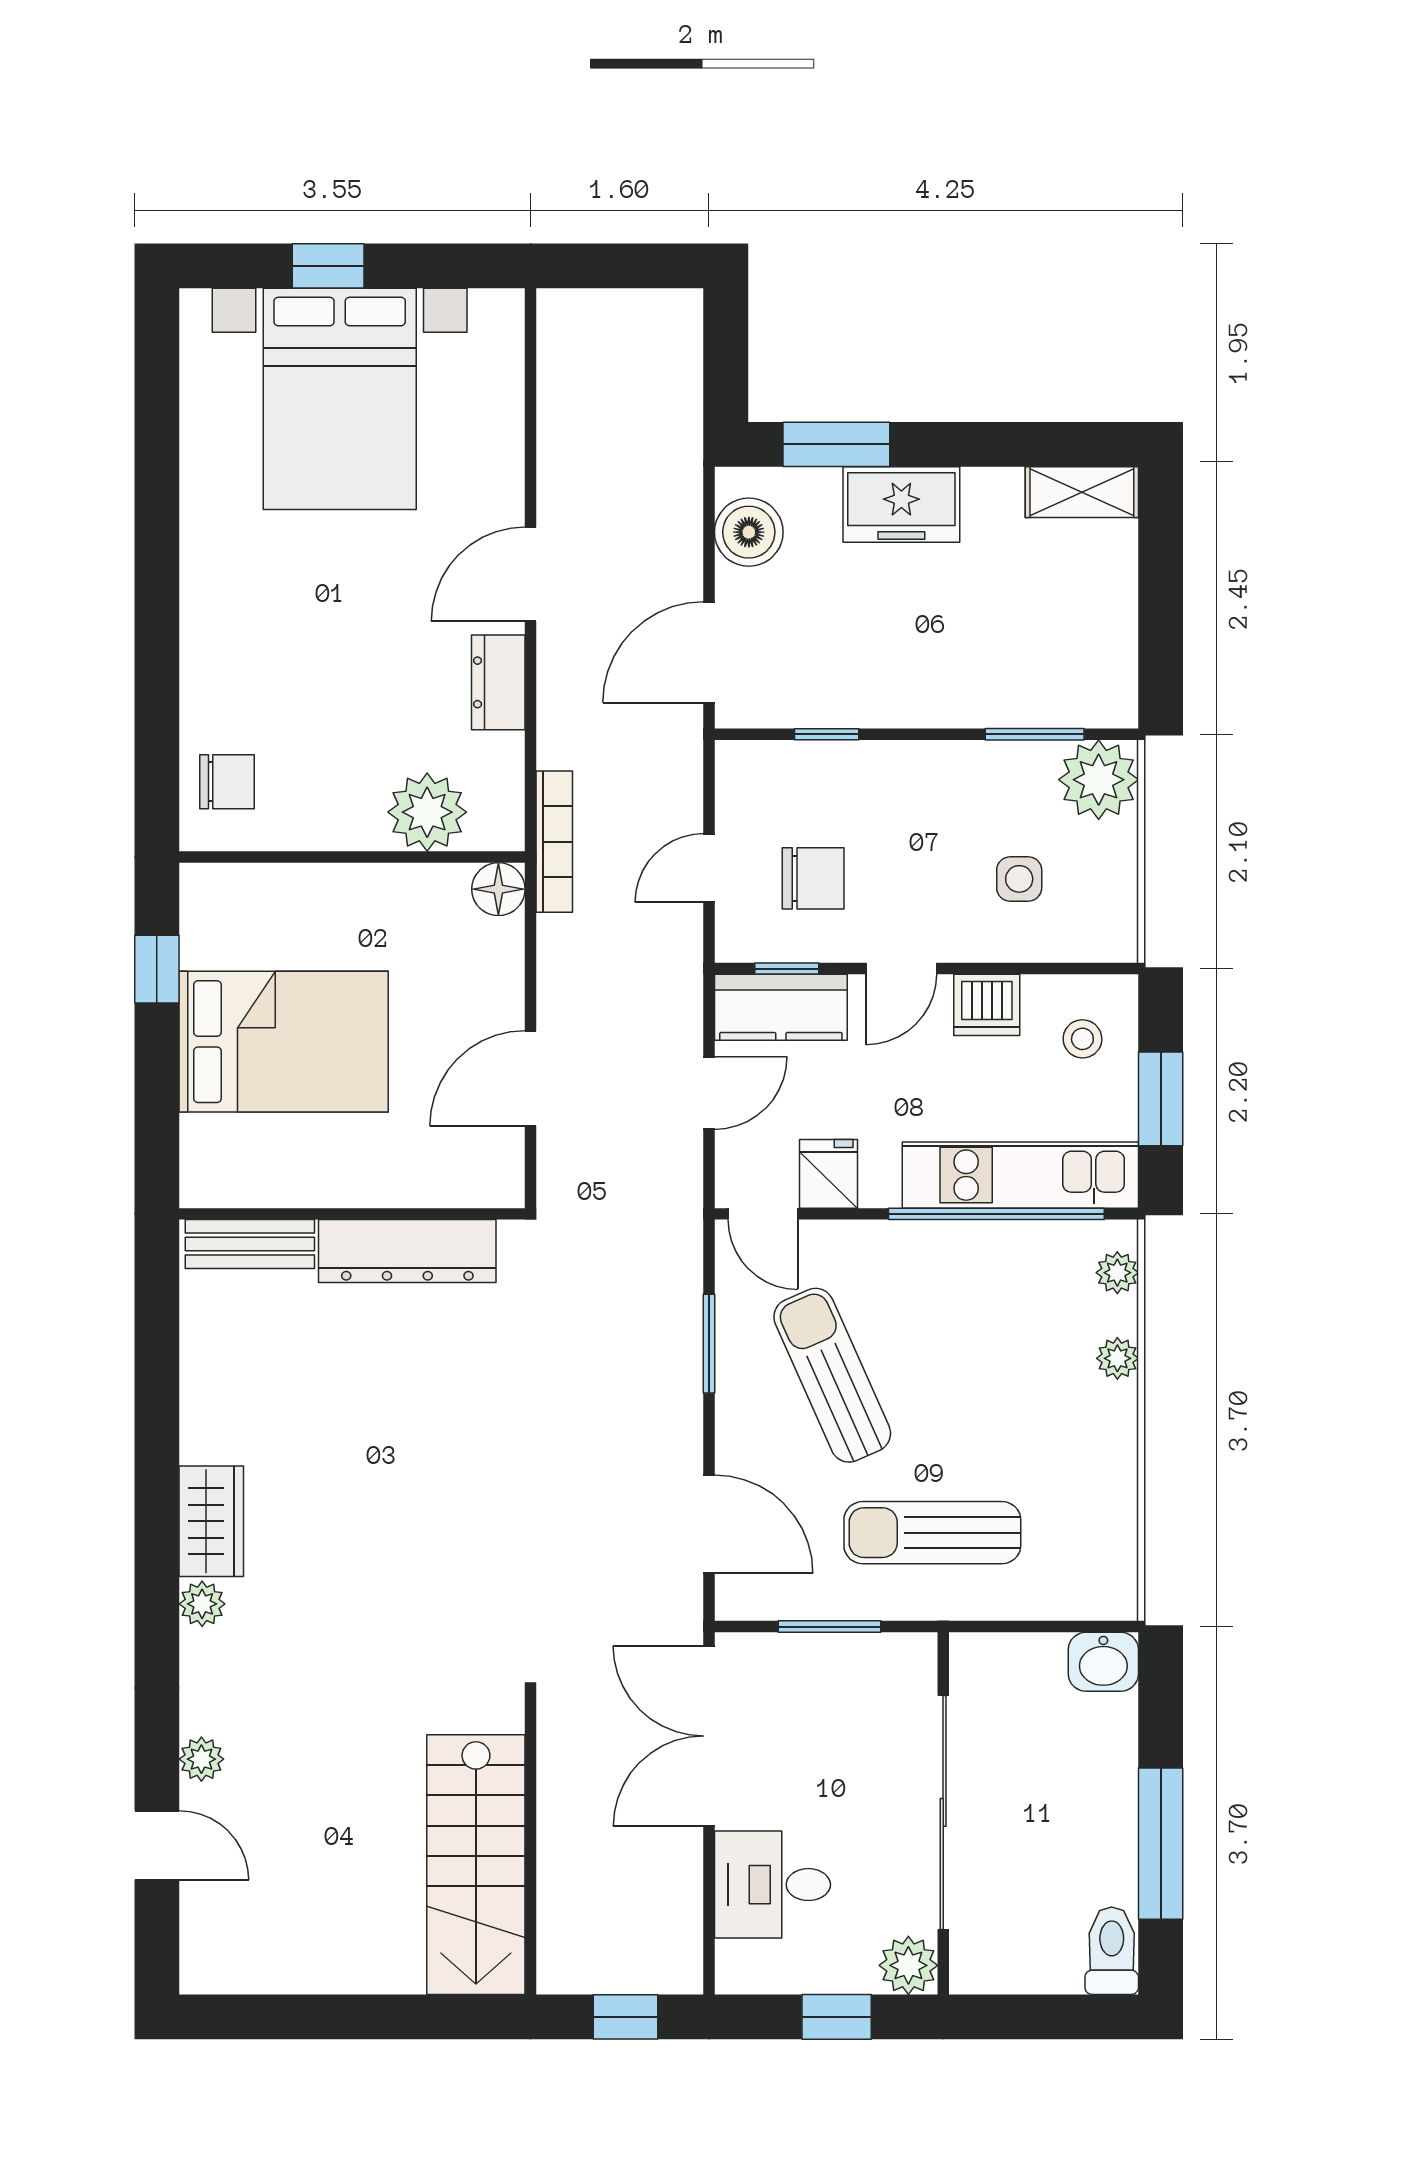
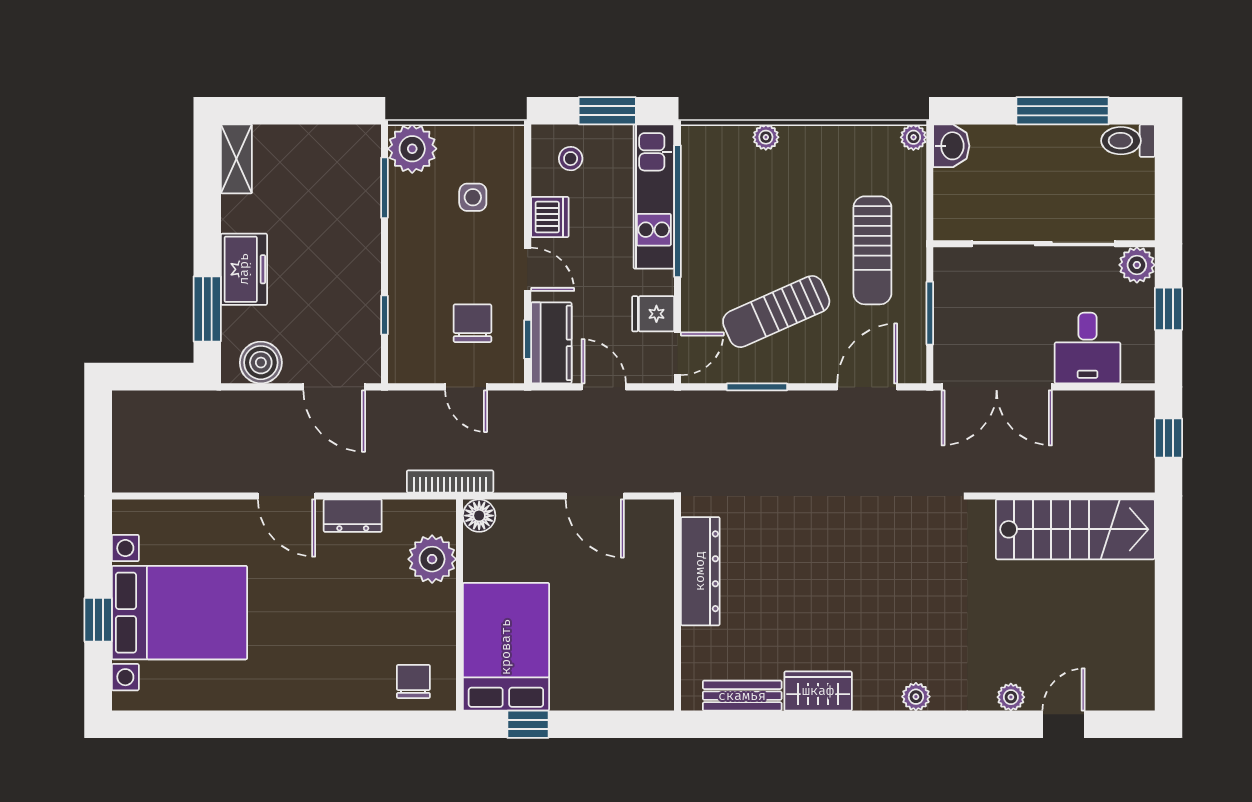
bed: (284, 1042) -> (506, 647), moved
bench: (250, 1244) -> (742, 696), moved, turned 90
plant: (1117, 1273) -> (913, 137), moved
wardrobe: (211, 1521) -> (818, 691), moved

